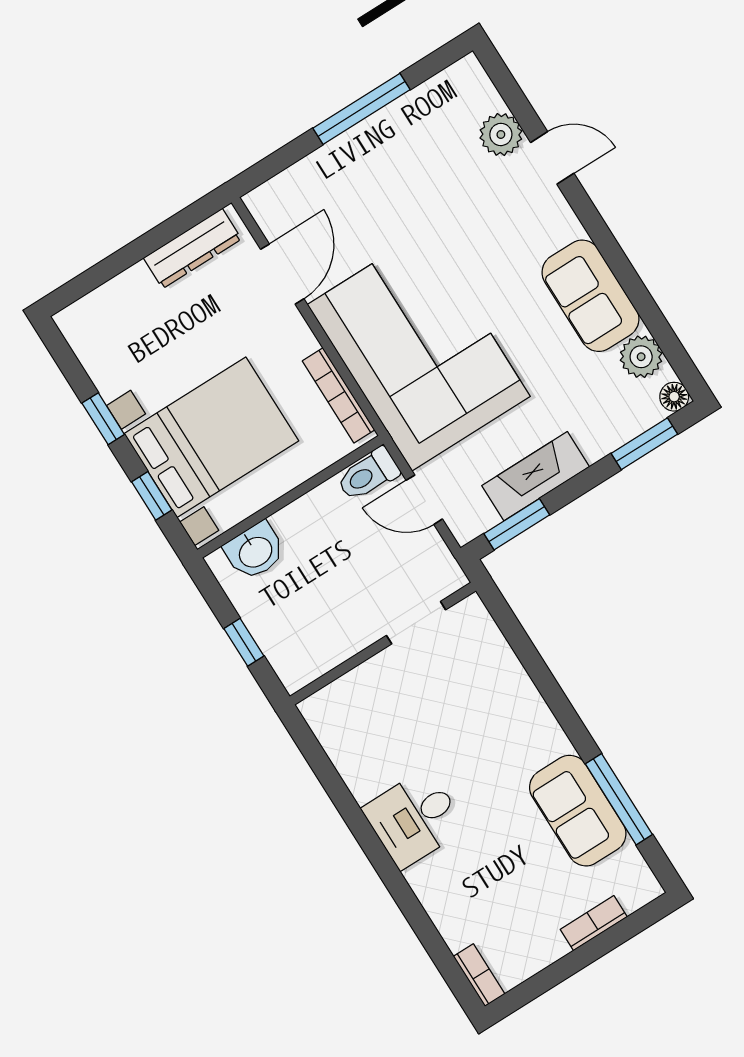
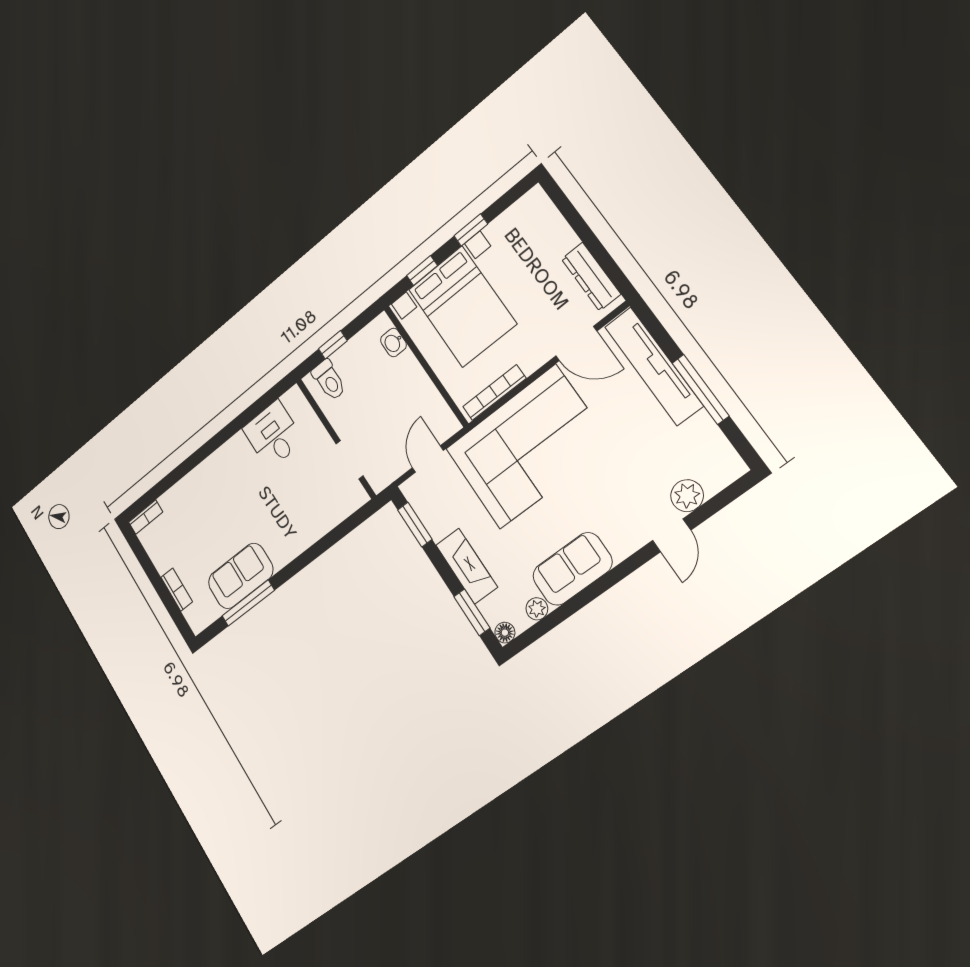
tv unit: (324, 169) -> (654, 366), added
plant: (641, 357) -> (537, 609), width x0.73, depth x0.73
toilet: (368, 474) -> (329, 380), moved, turned 180
fireplace: (536, 476) -> (467, 566), moved
washbasin: (255, 551) -> (393, 342), width x0.72, depth x0.69
desk: (414, 818) -> (273, 435), moved

